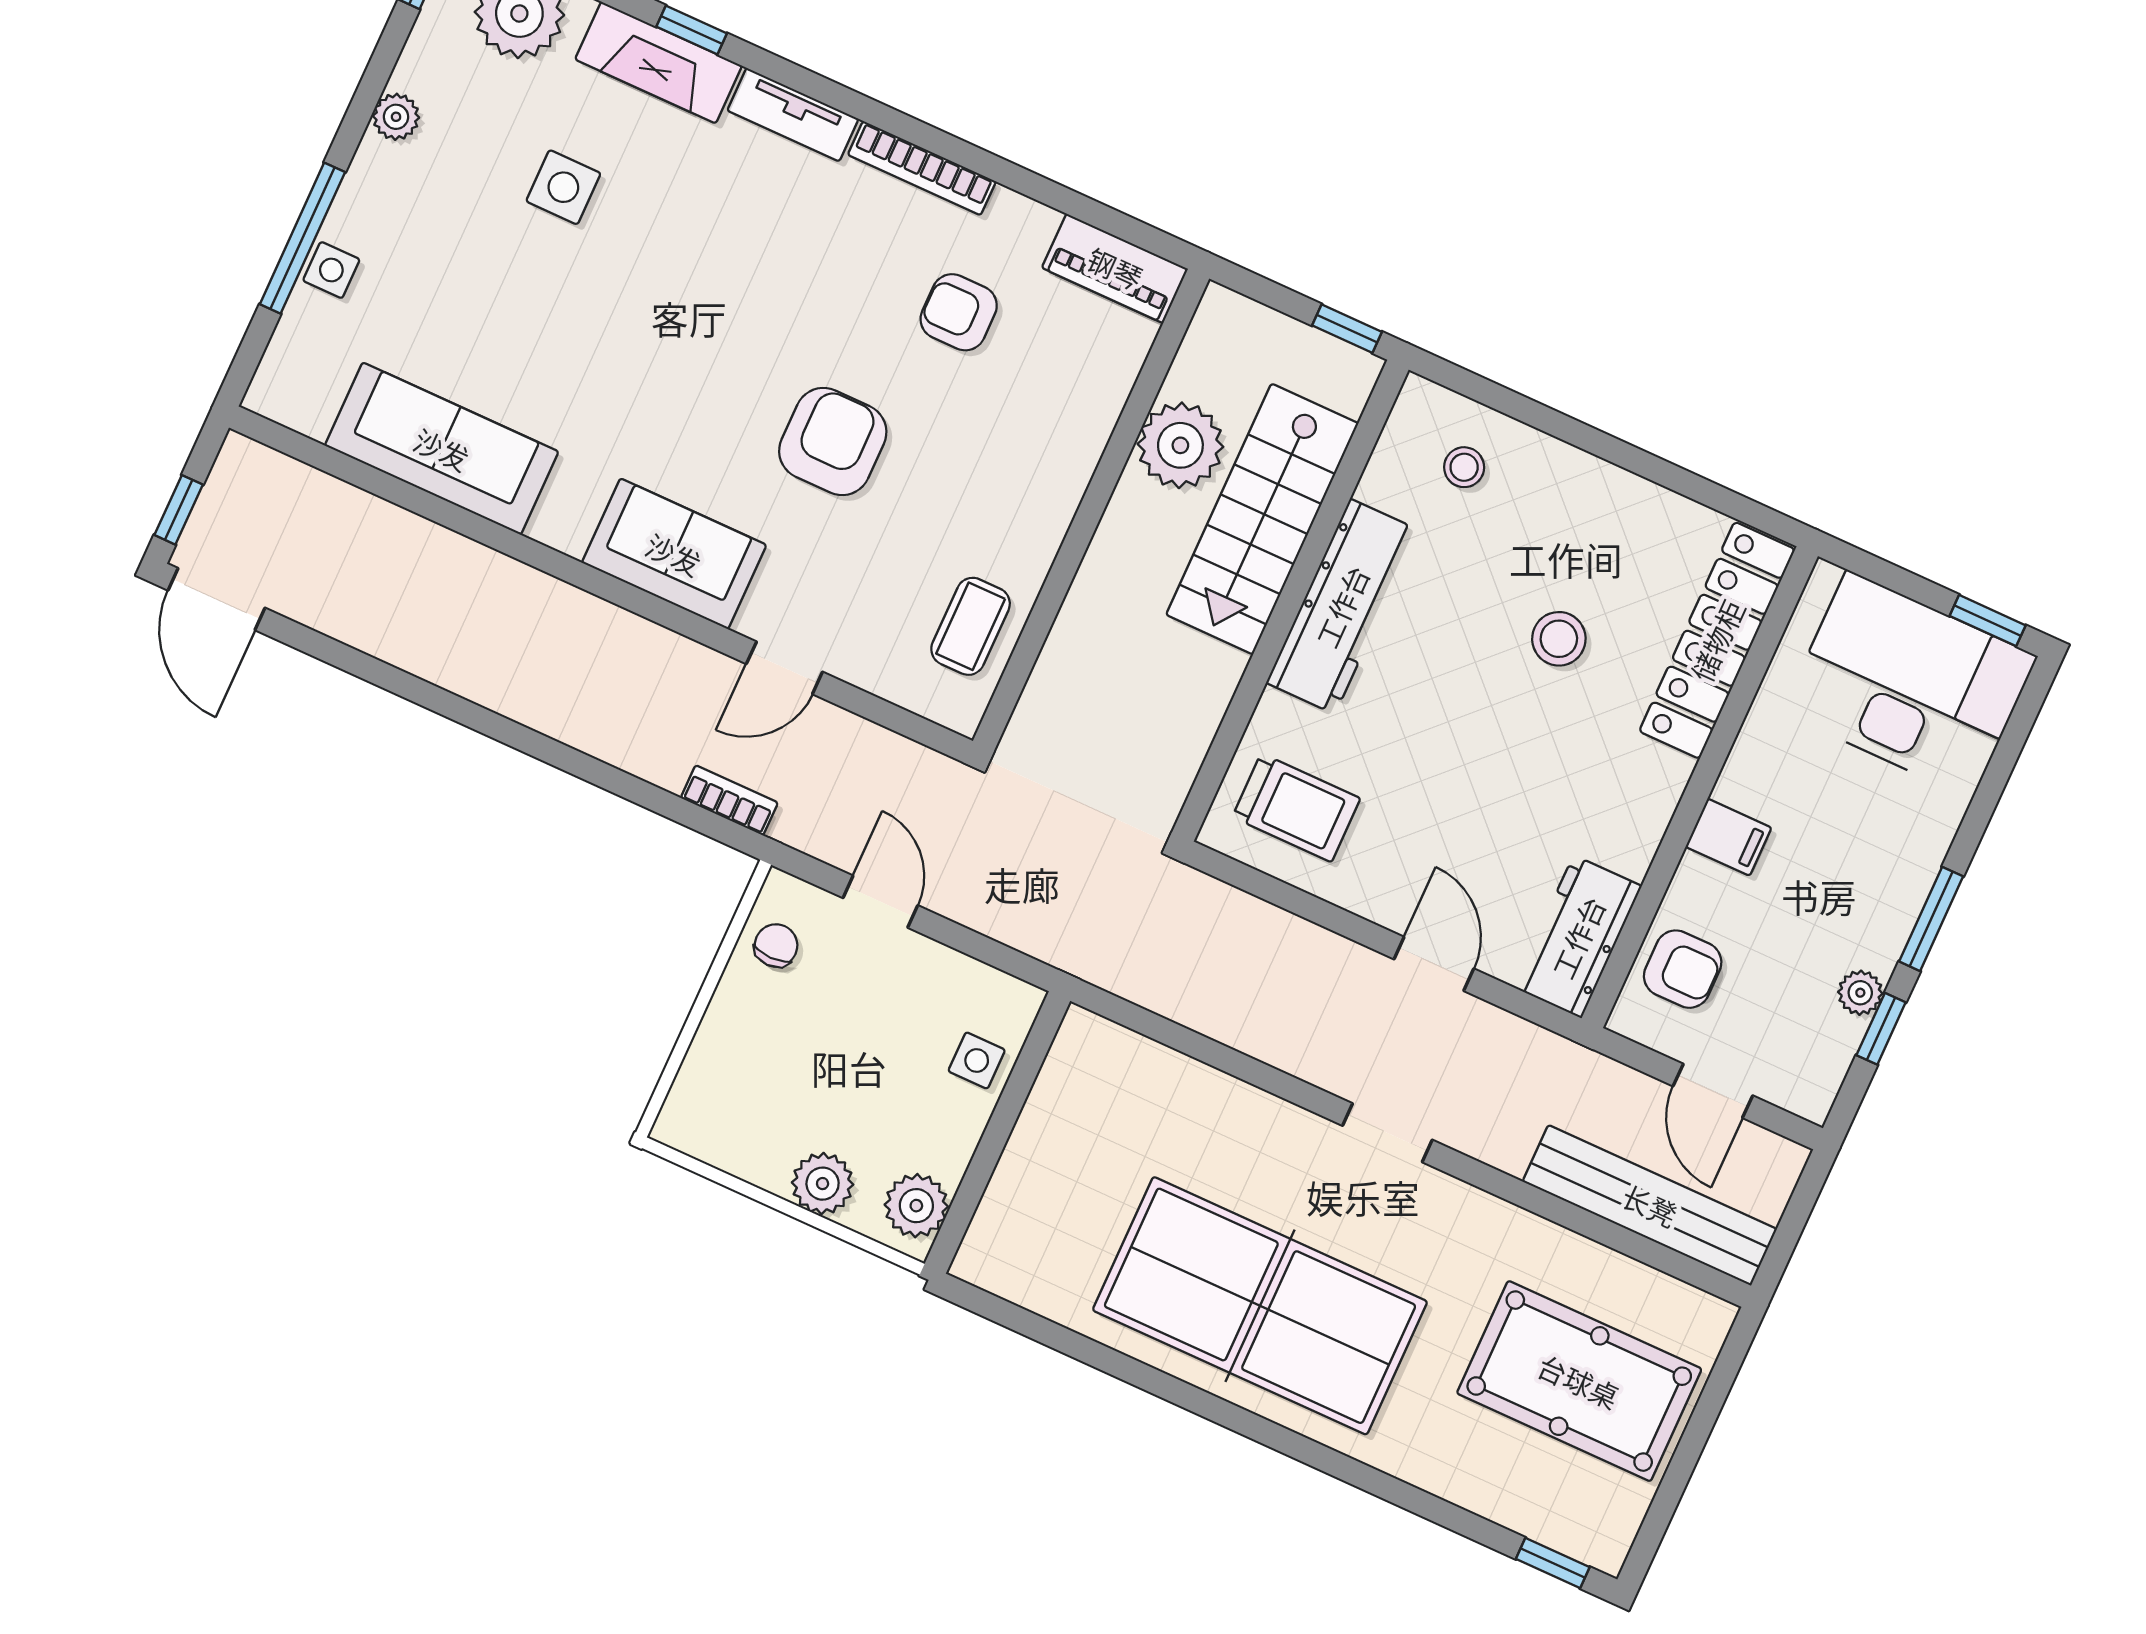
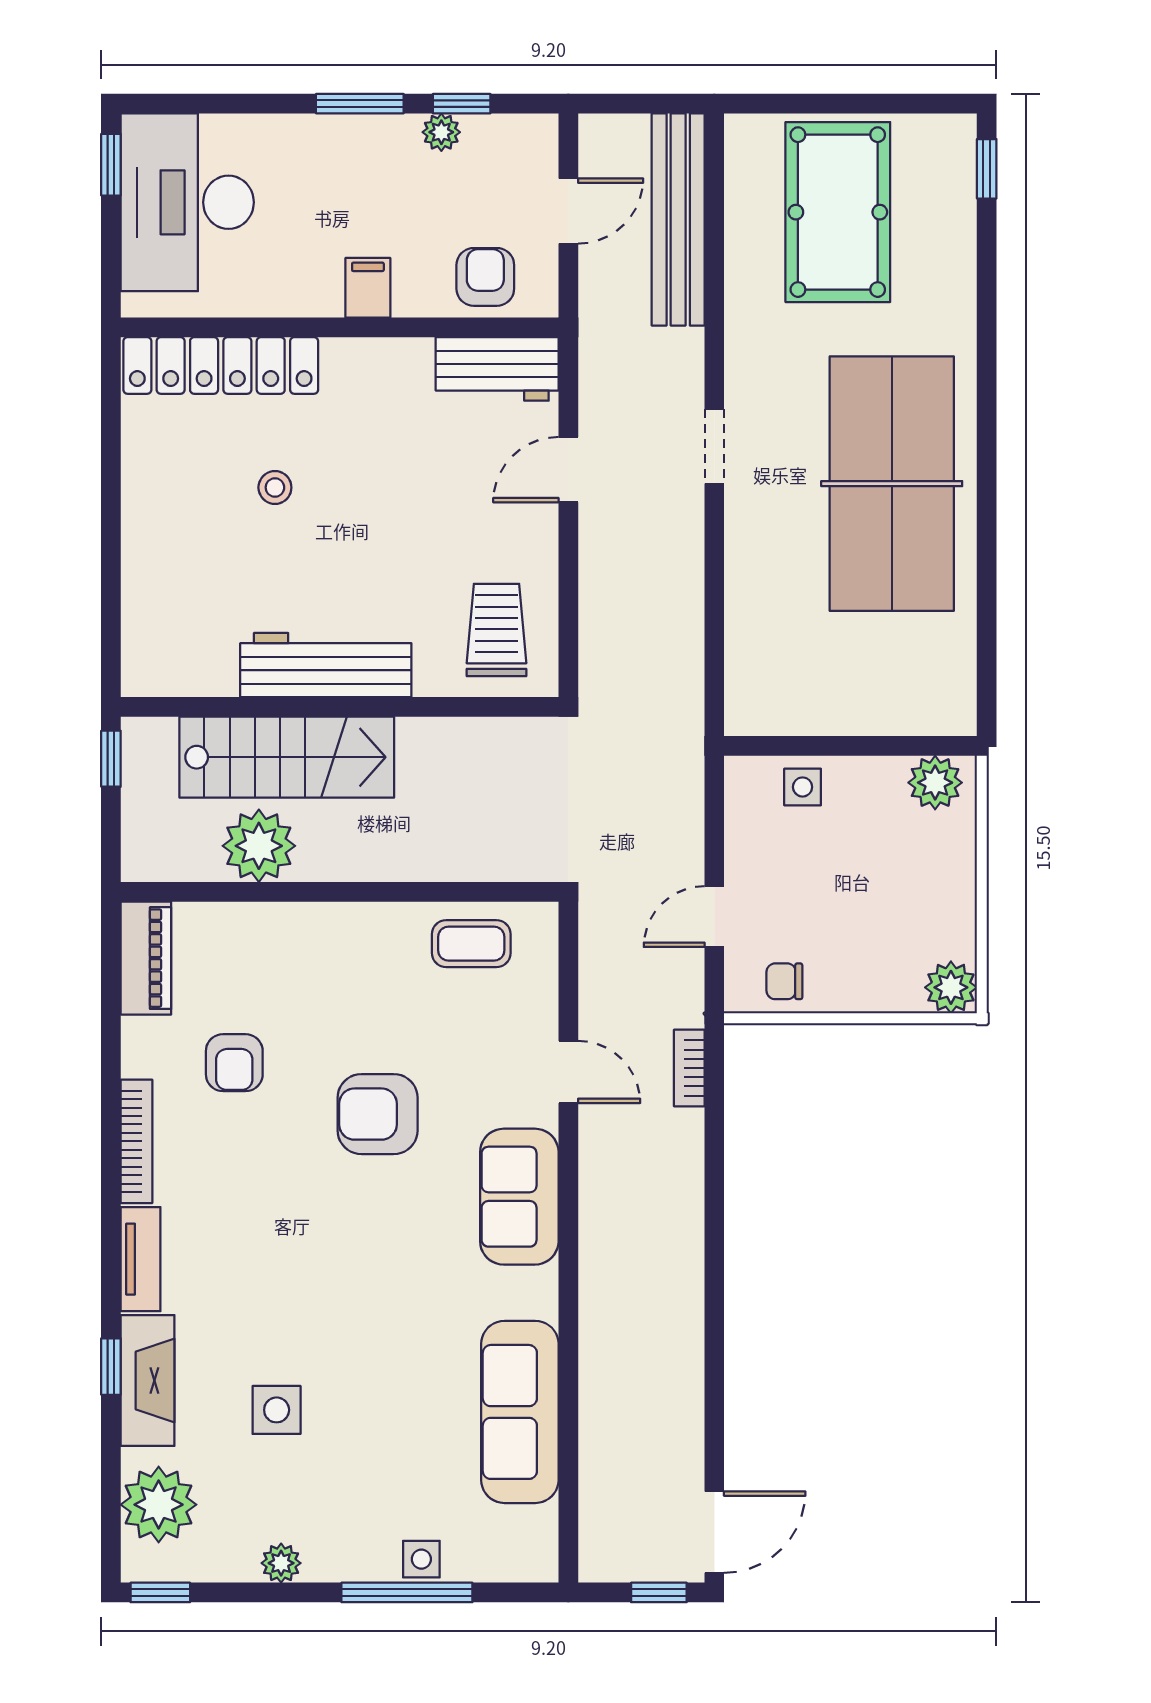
stool: (1464, 467) -> (176, 620), removed
stool: (1559, 639) -> (275, 487), width x0.73, depth x0.73
plant: (823, 1184) -> (951, 987), moved

